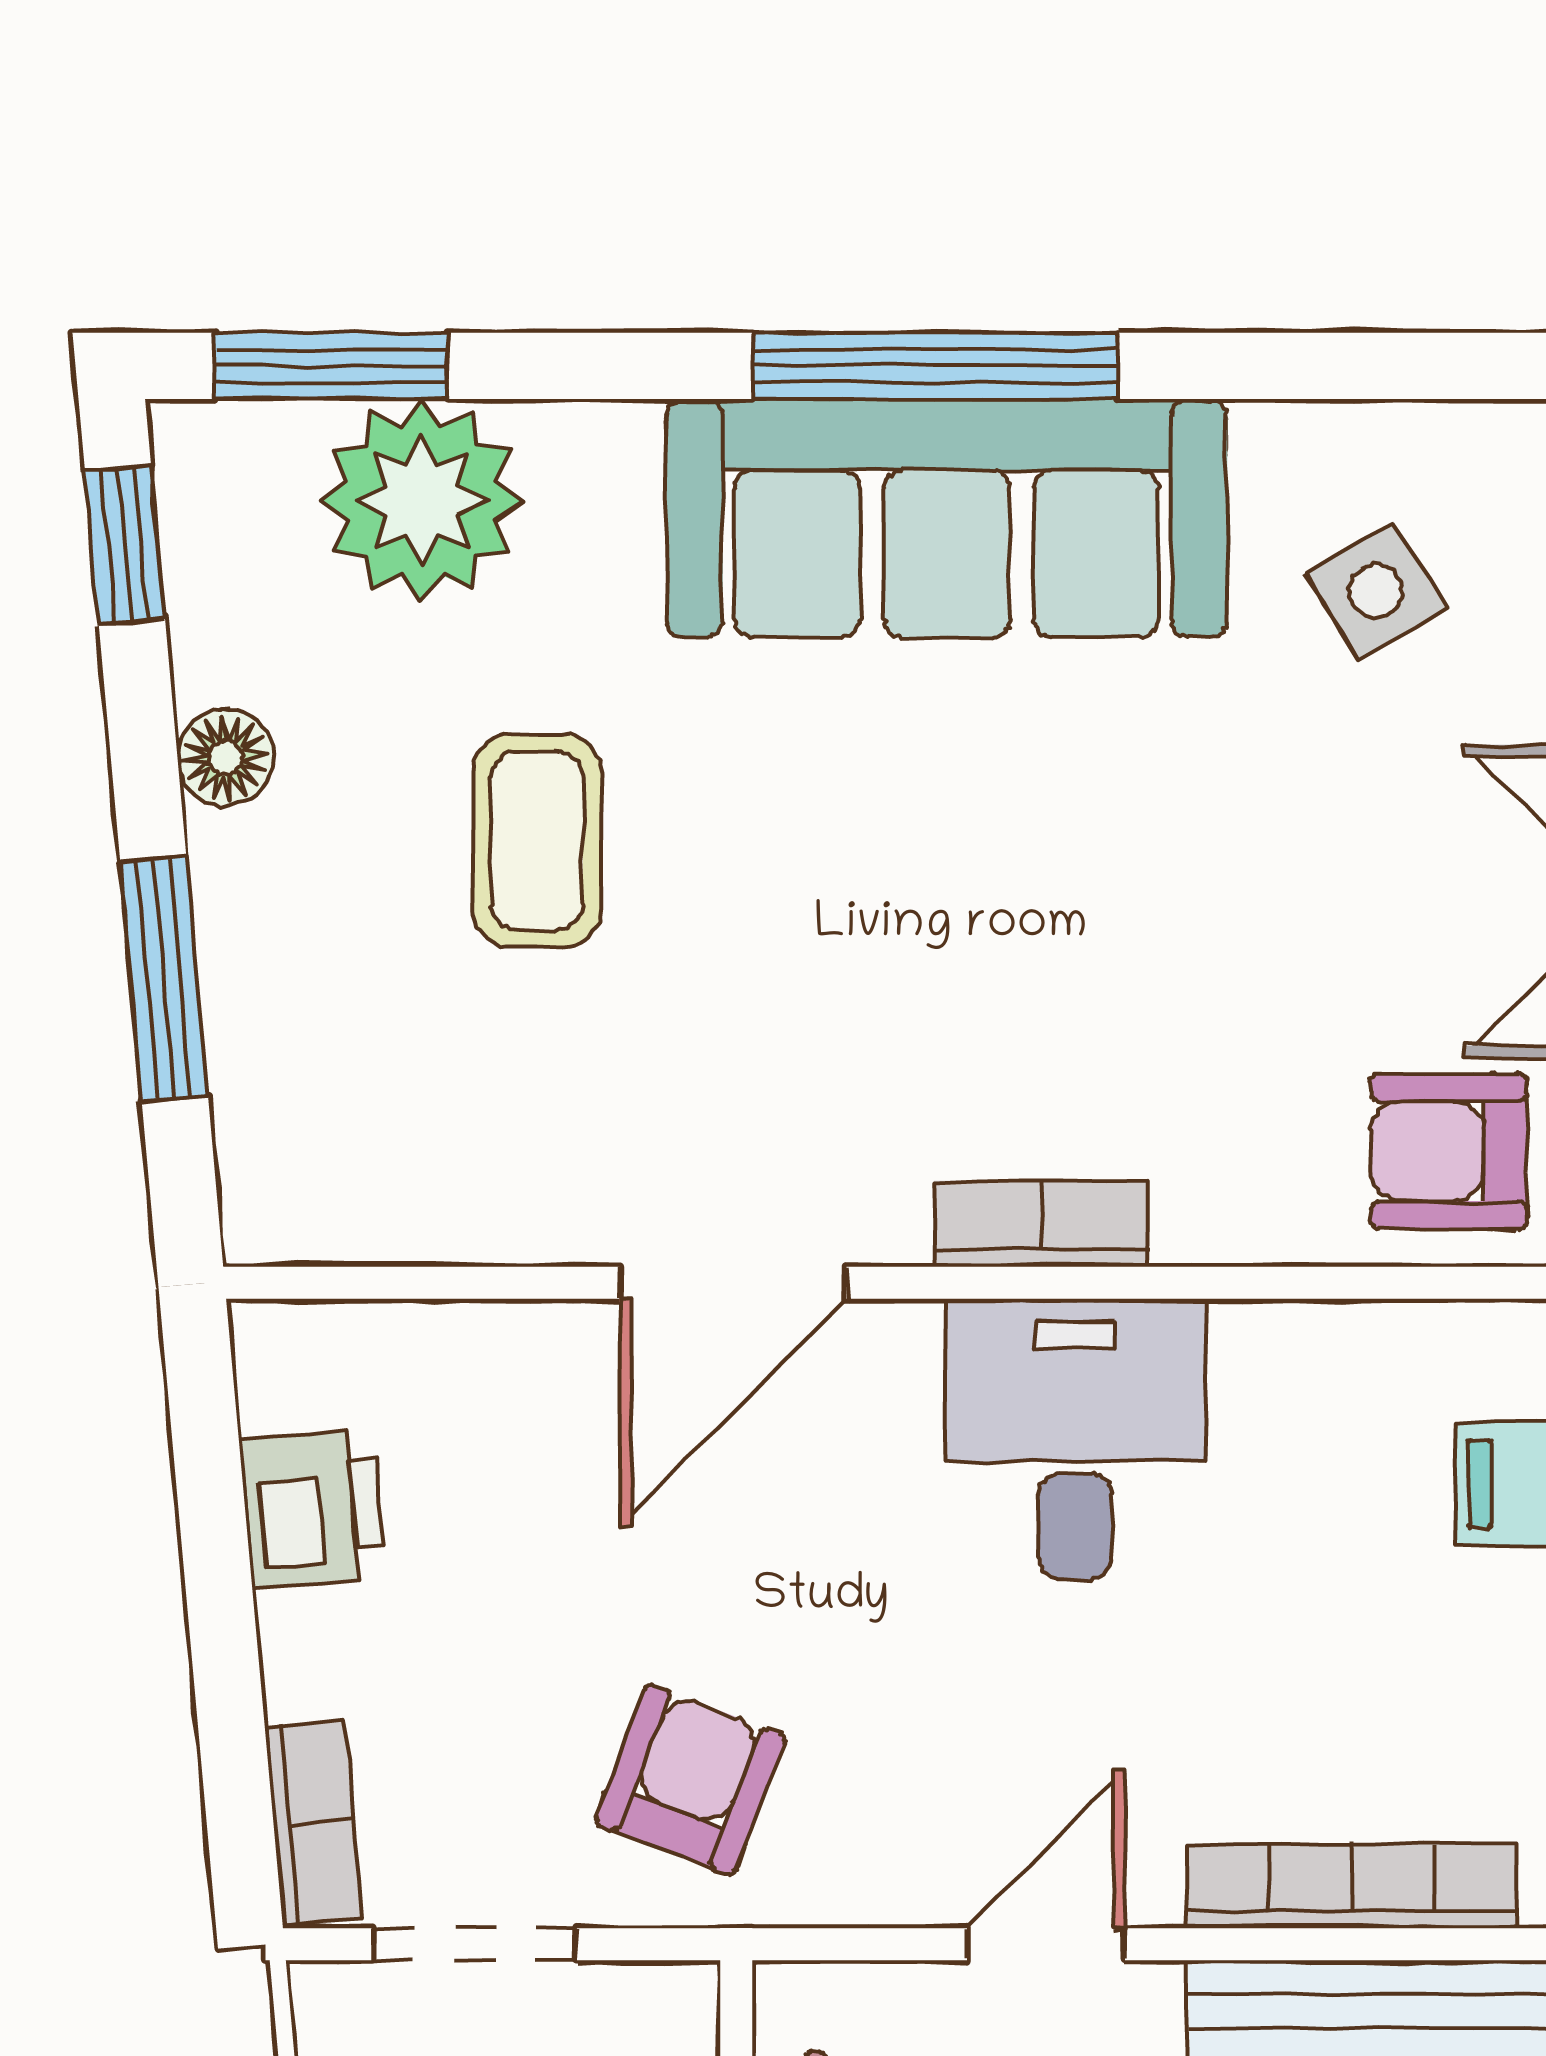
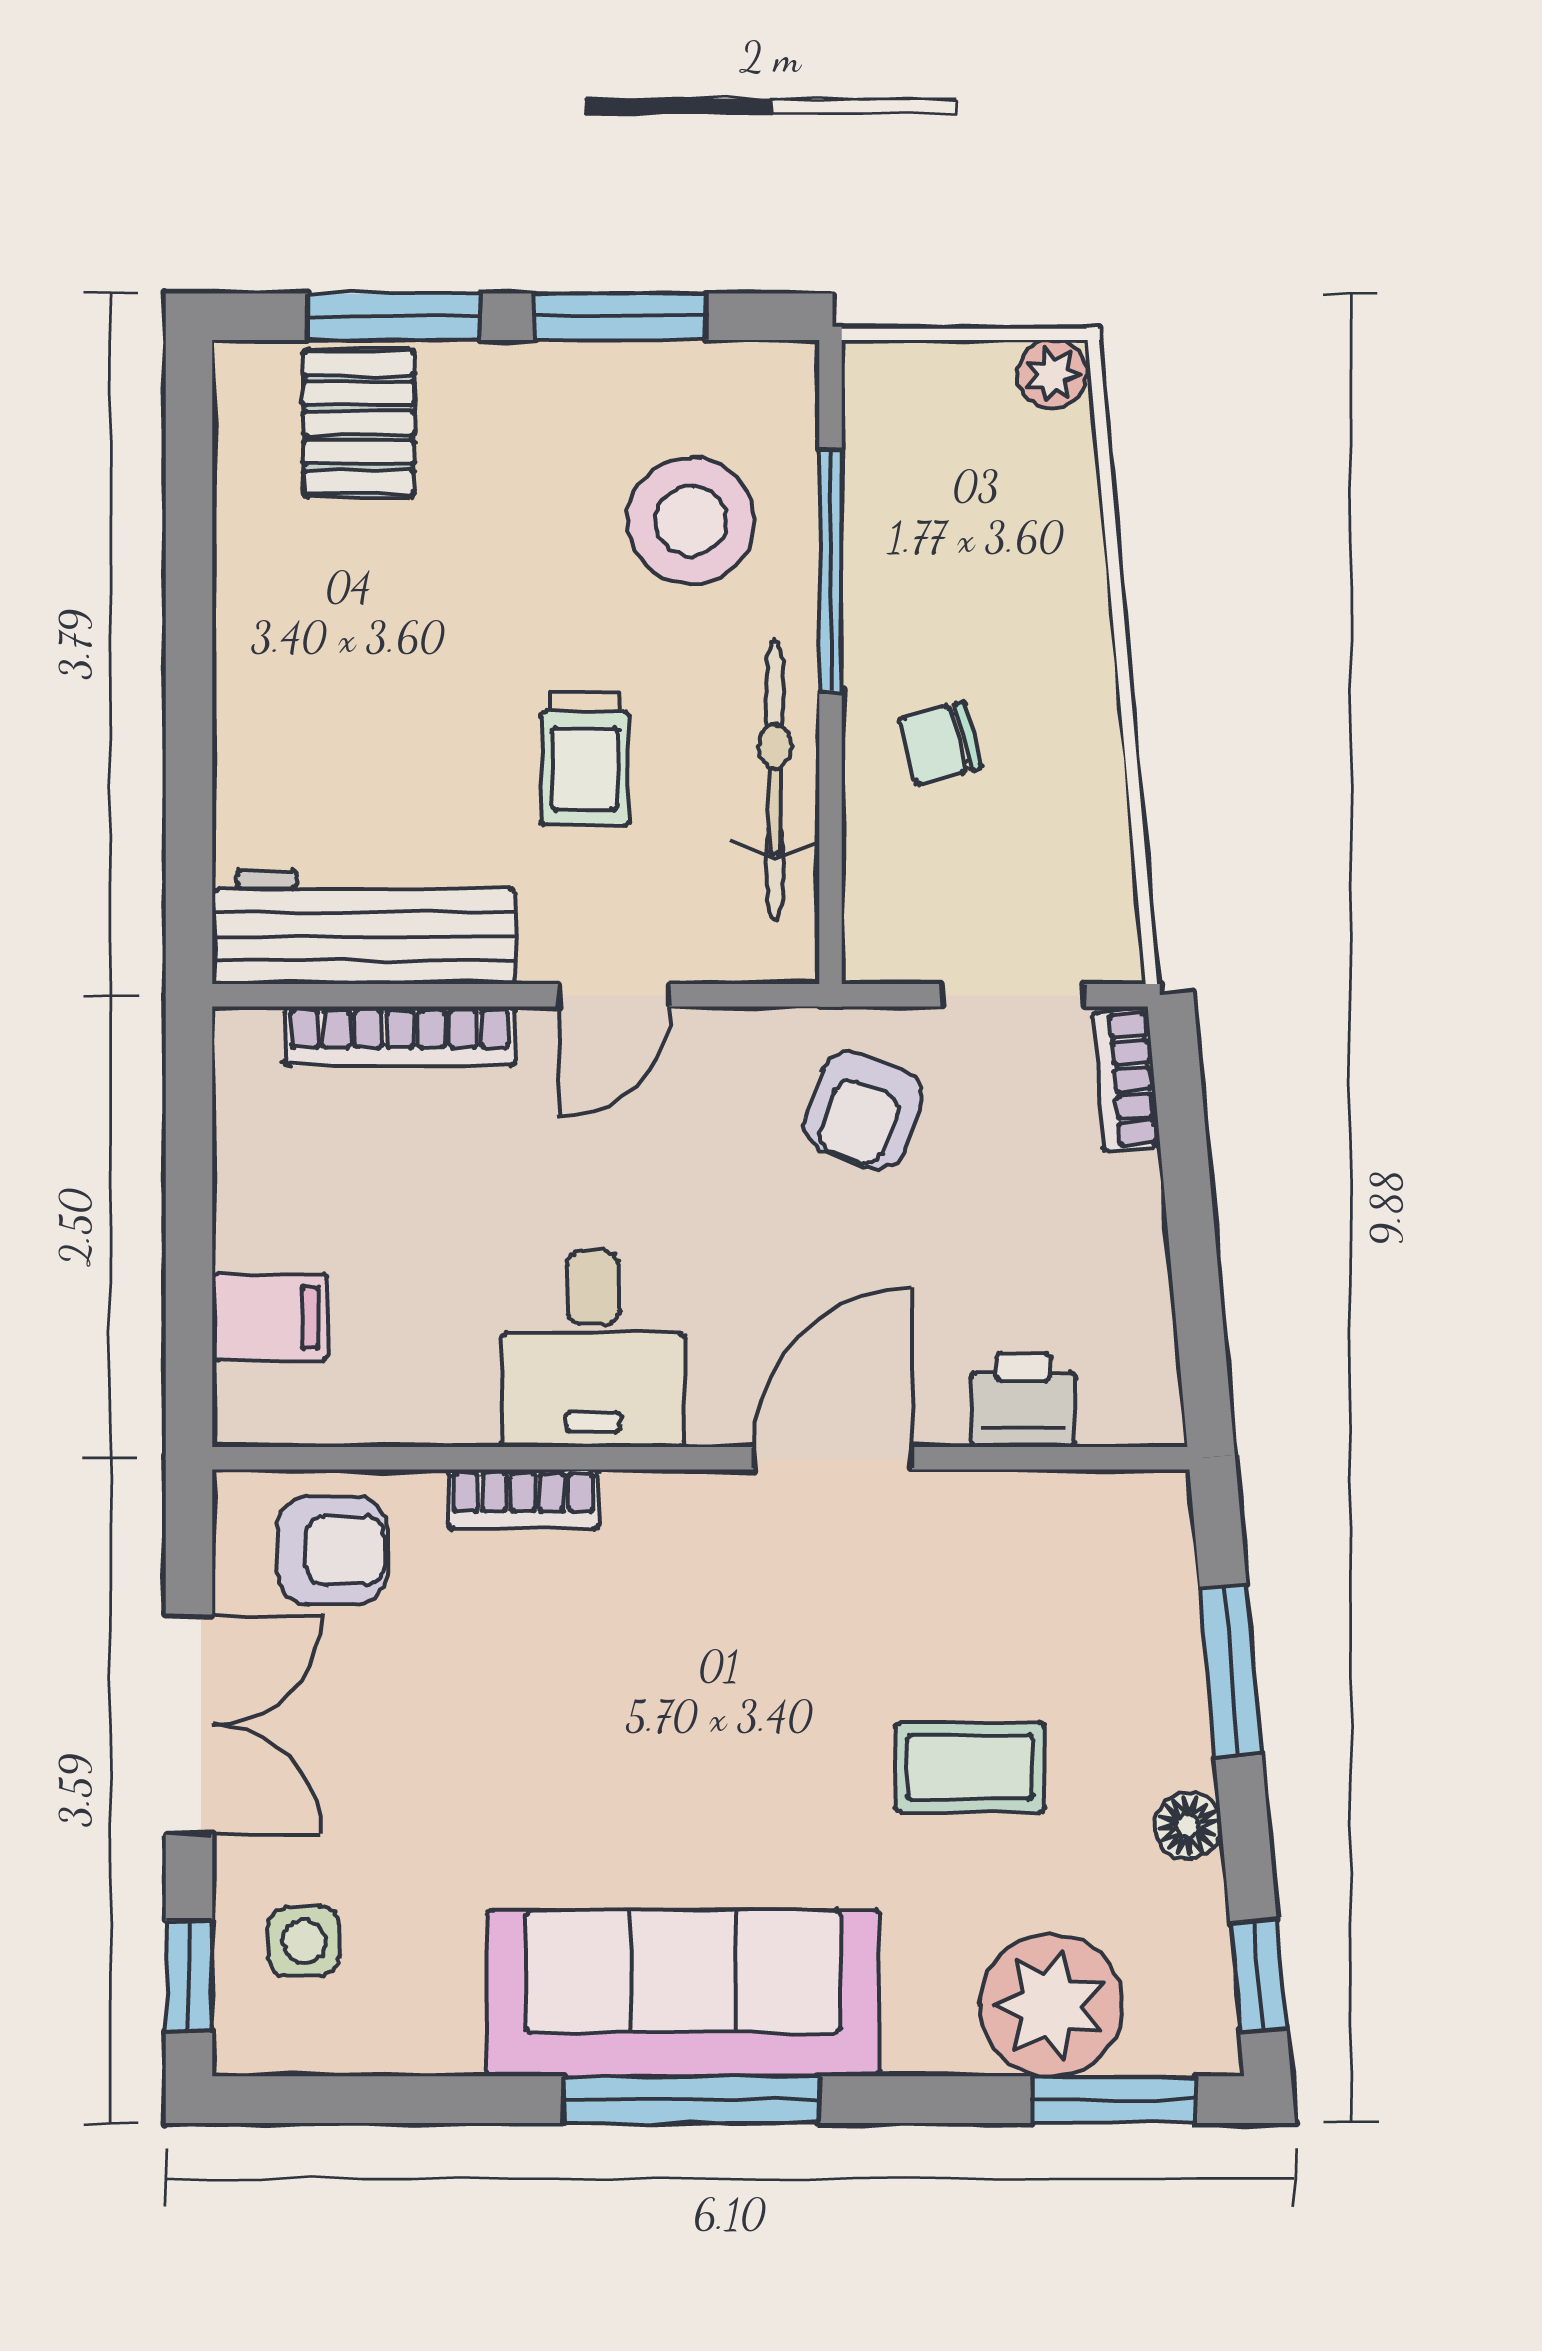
side table: (1376, 591) -> (304, 1941), moved, turned 31
coffee table: (537, 841) -> (970, 1767), turned 90
bookcase: (1041, 1224) -> (523, 1499), moved
printer: (312, 1509) -> (1023, 1400), moved, turned 95

